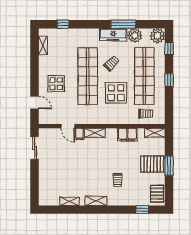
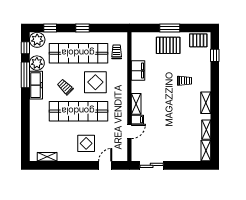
window: (63, 24) -> (25, 48), moved
shelving: (155, 133) -> (206, 151), moved
pallet: (152, 164) -> (168, 45), turned 90

